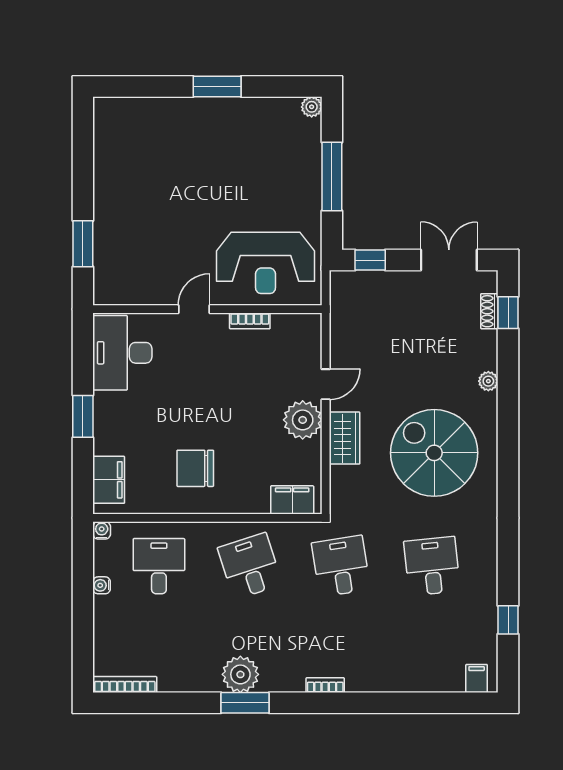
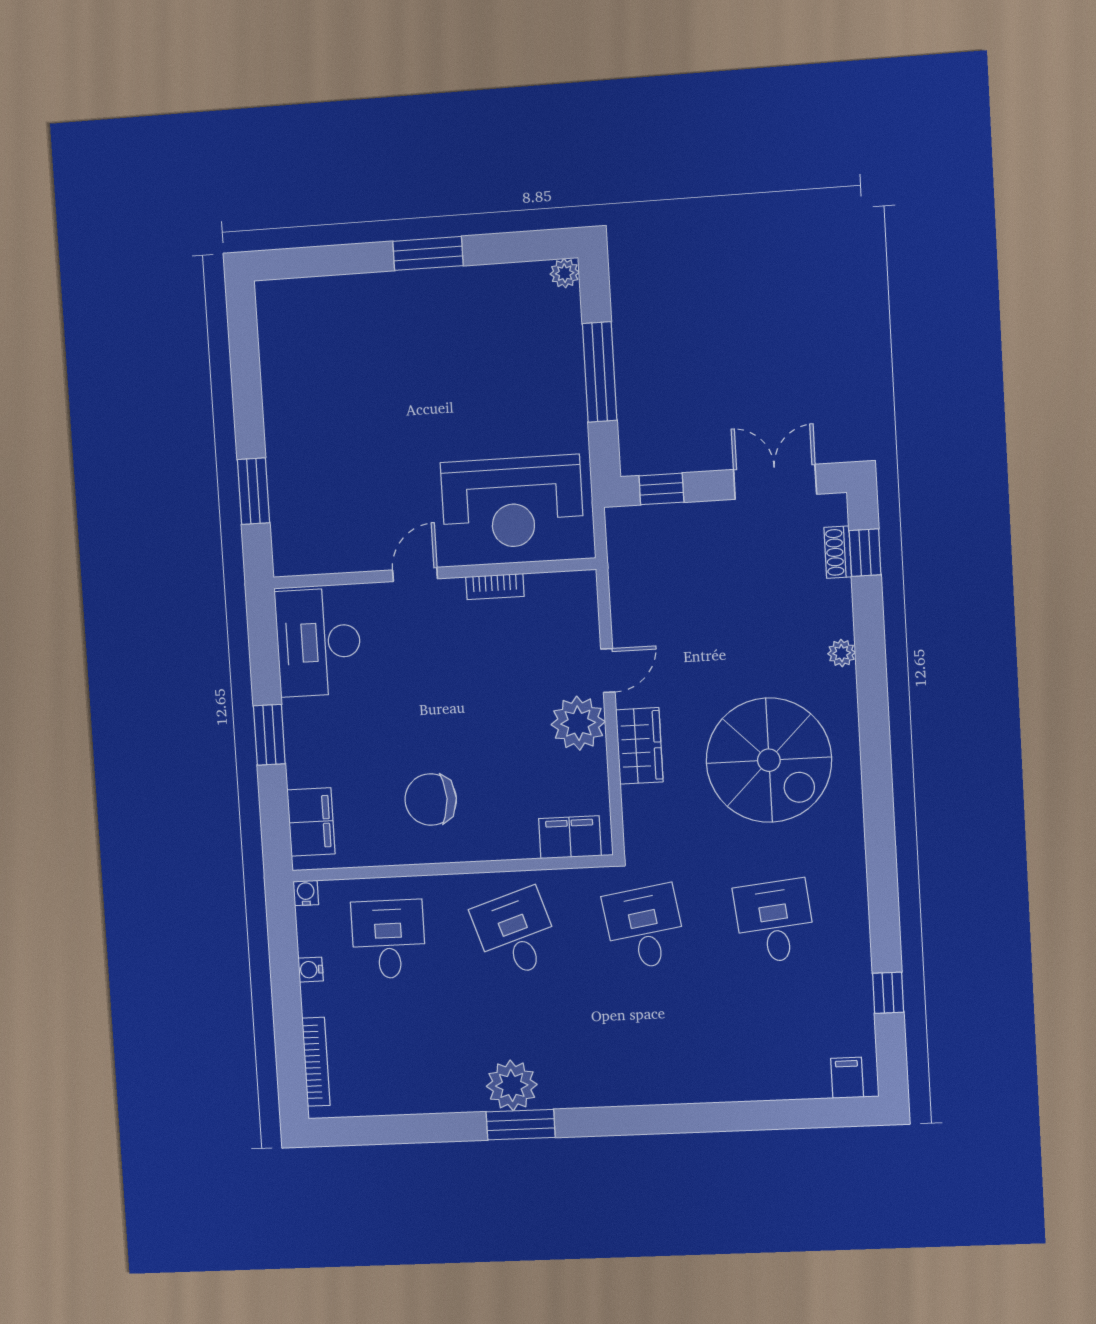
spiral stairs: (434, 453) -> (769, 760), turned 180
bookcase: (125, 685) -> (316, 1062), moved, turned 90
bookcase: (325, 685) -> (632, 1096), removed

